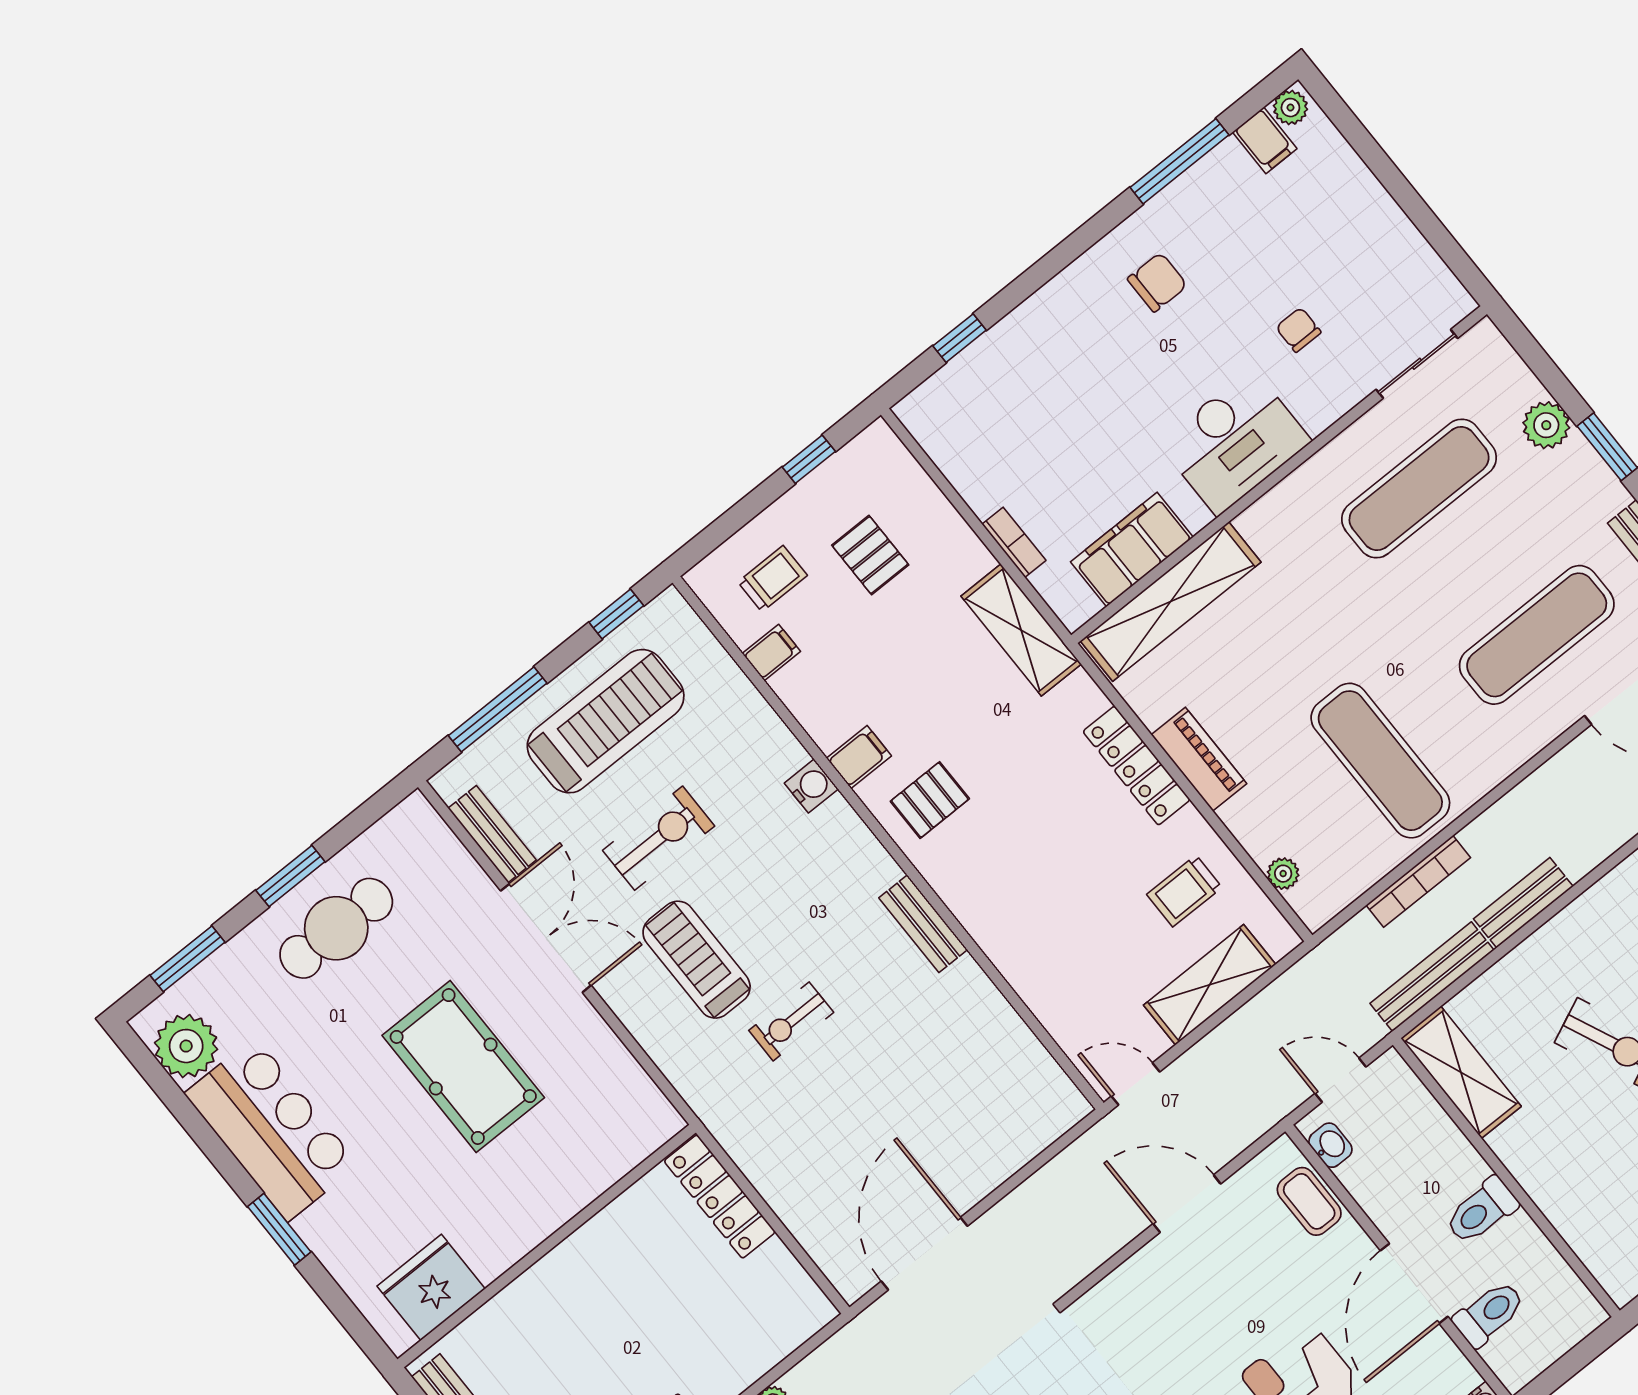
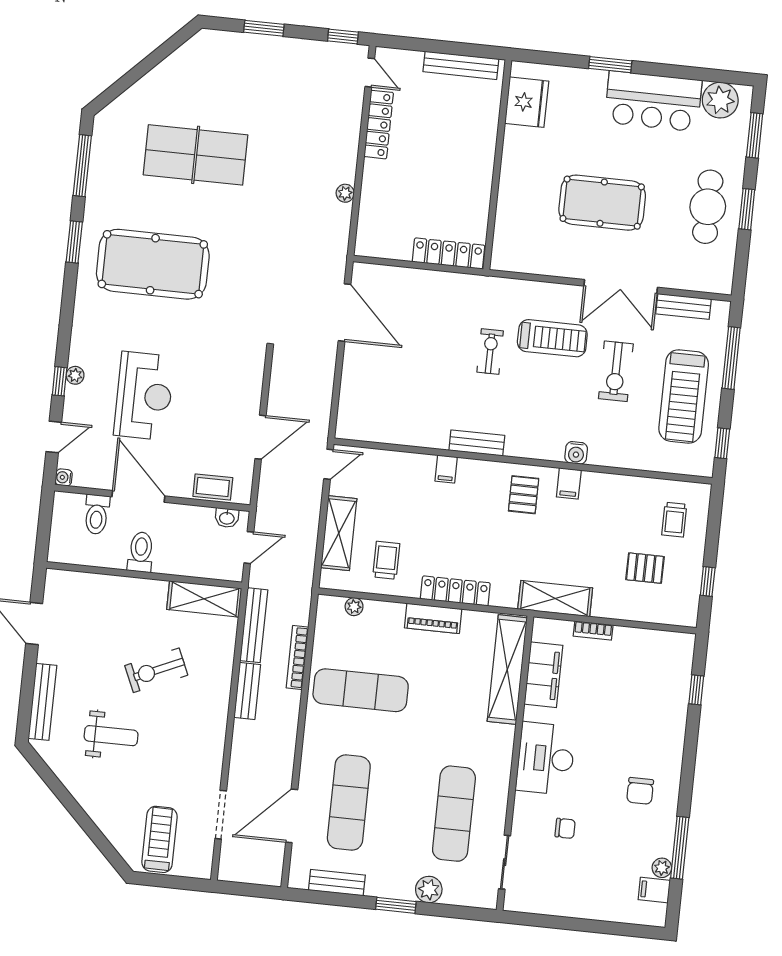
plant: (1290, 108) -> (662, 868), moved
filing cabinet: (771, 652) -> (446, 469), moved

